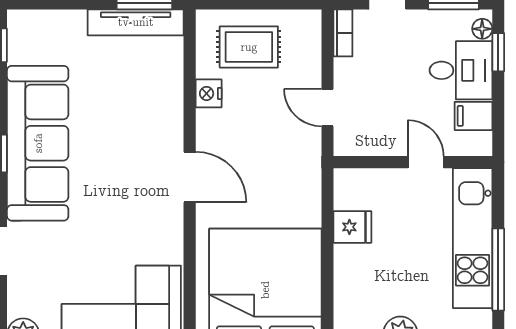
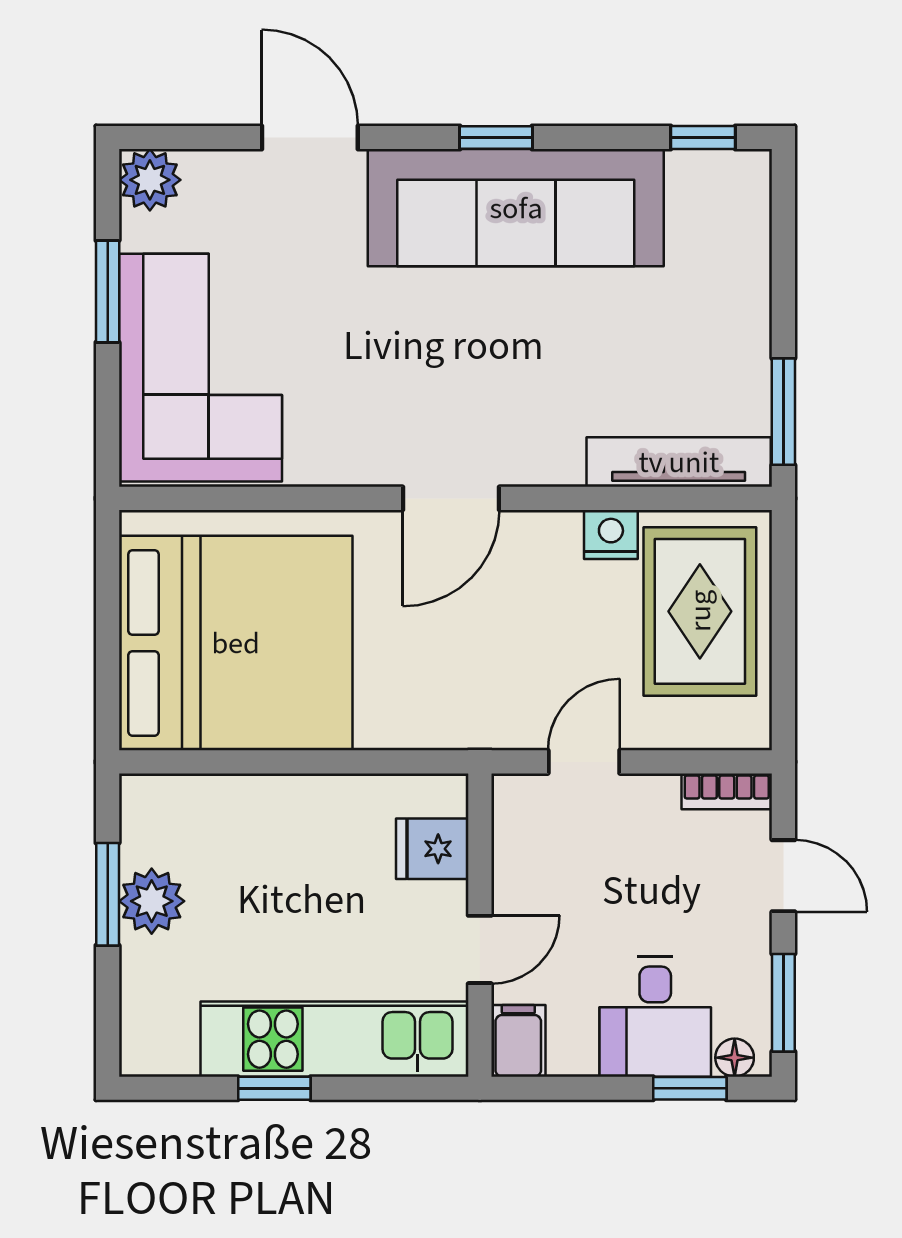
tv unit: (136, 22) -> (679, 462), moved, turned 90
rug: (249, 47) -> (700, 611), width x1.36, depth x1.43
filing cabinet: (473, 116) -> (518, 1041), moved
fridge: (352, 227) -> (432, 849), moved, turned 90
window: (498, 270) -> (274, 1088), width x0.46

